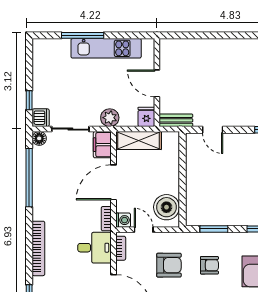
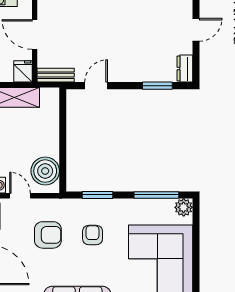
door: (213, 130) -> (96, 86), swing flipped
armchair: (209, 265) -> (93, 235), turned -90

